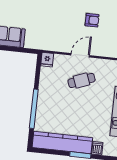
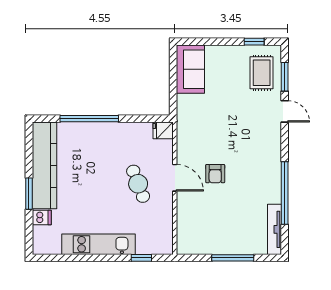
armchair: (92, 20) -> (215, 174), moved

